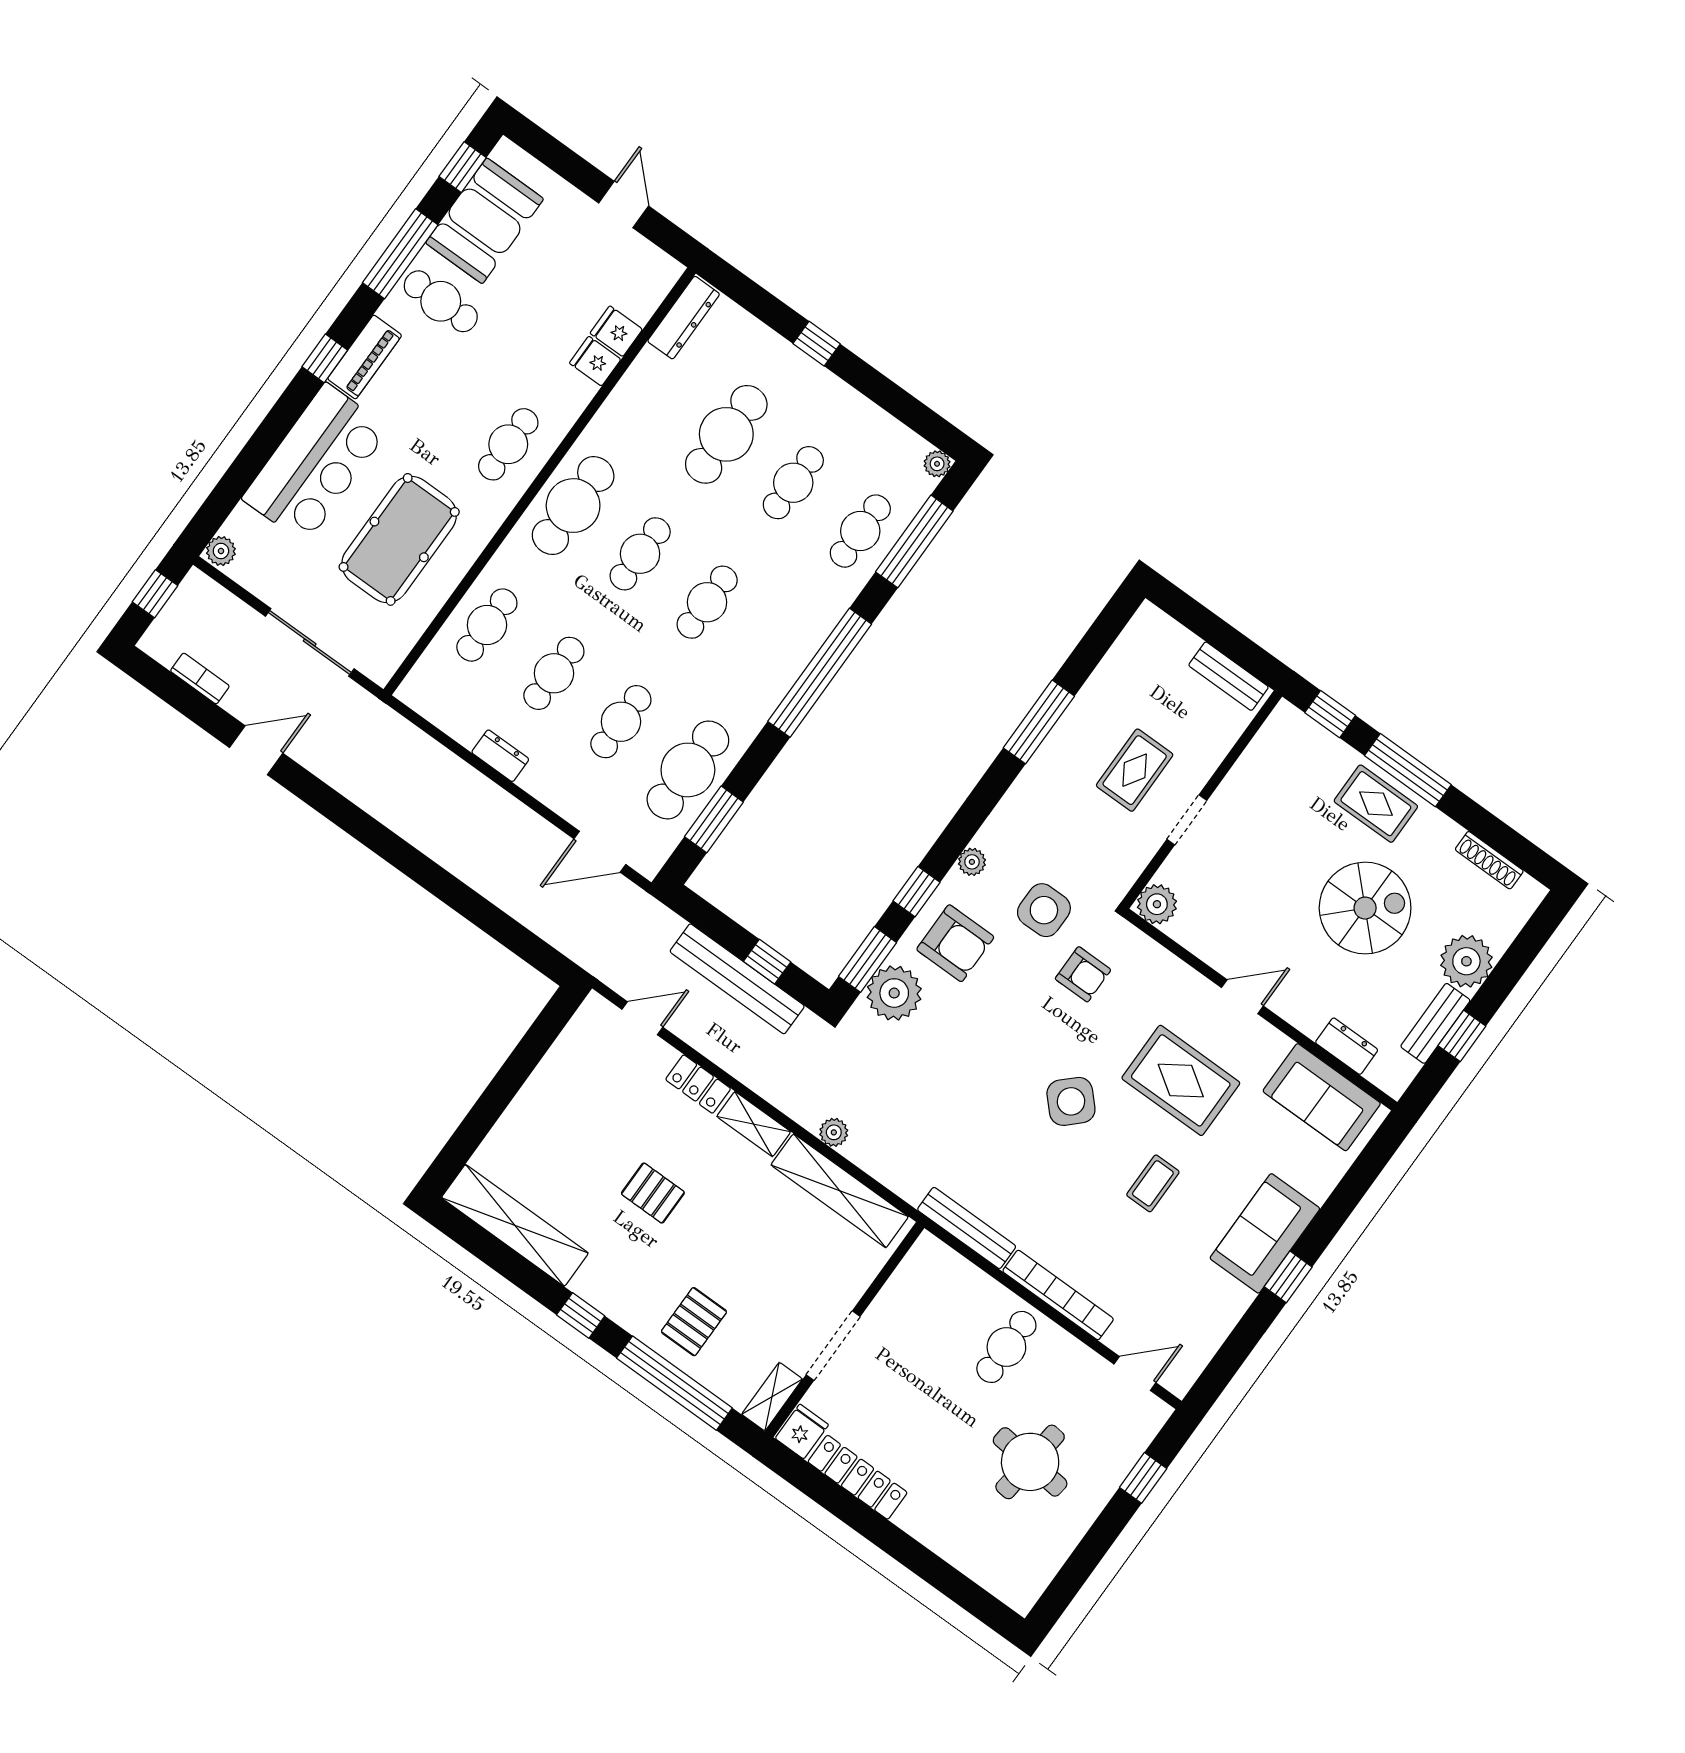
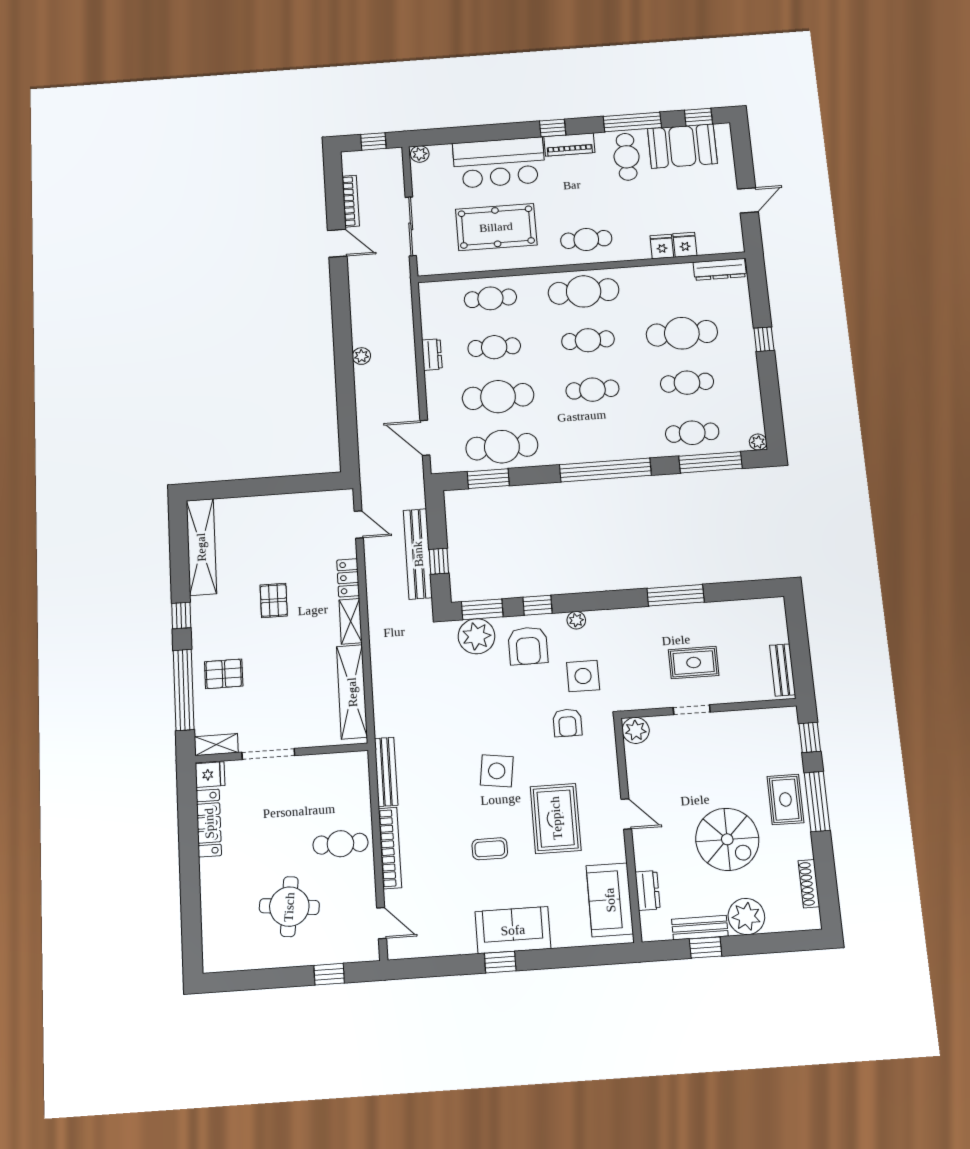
bookcase: (200, 678) -> (351, 201), width x1.56
cafe table: (621, 722) -> (498, 397), width x1.37, depth x1.35
side table: (1071, 1101) -> (497, 771), turned -38
plant: (834, 1132) -> (361, 356), moved

